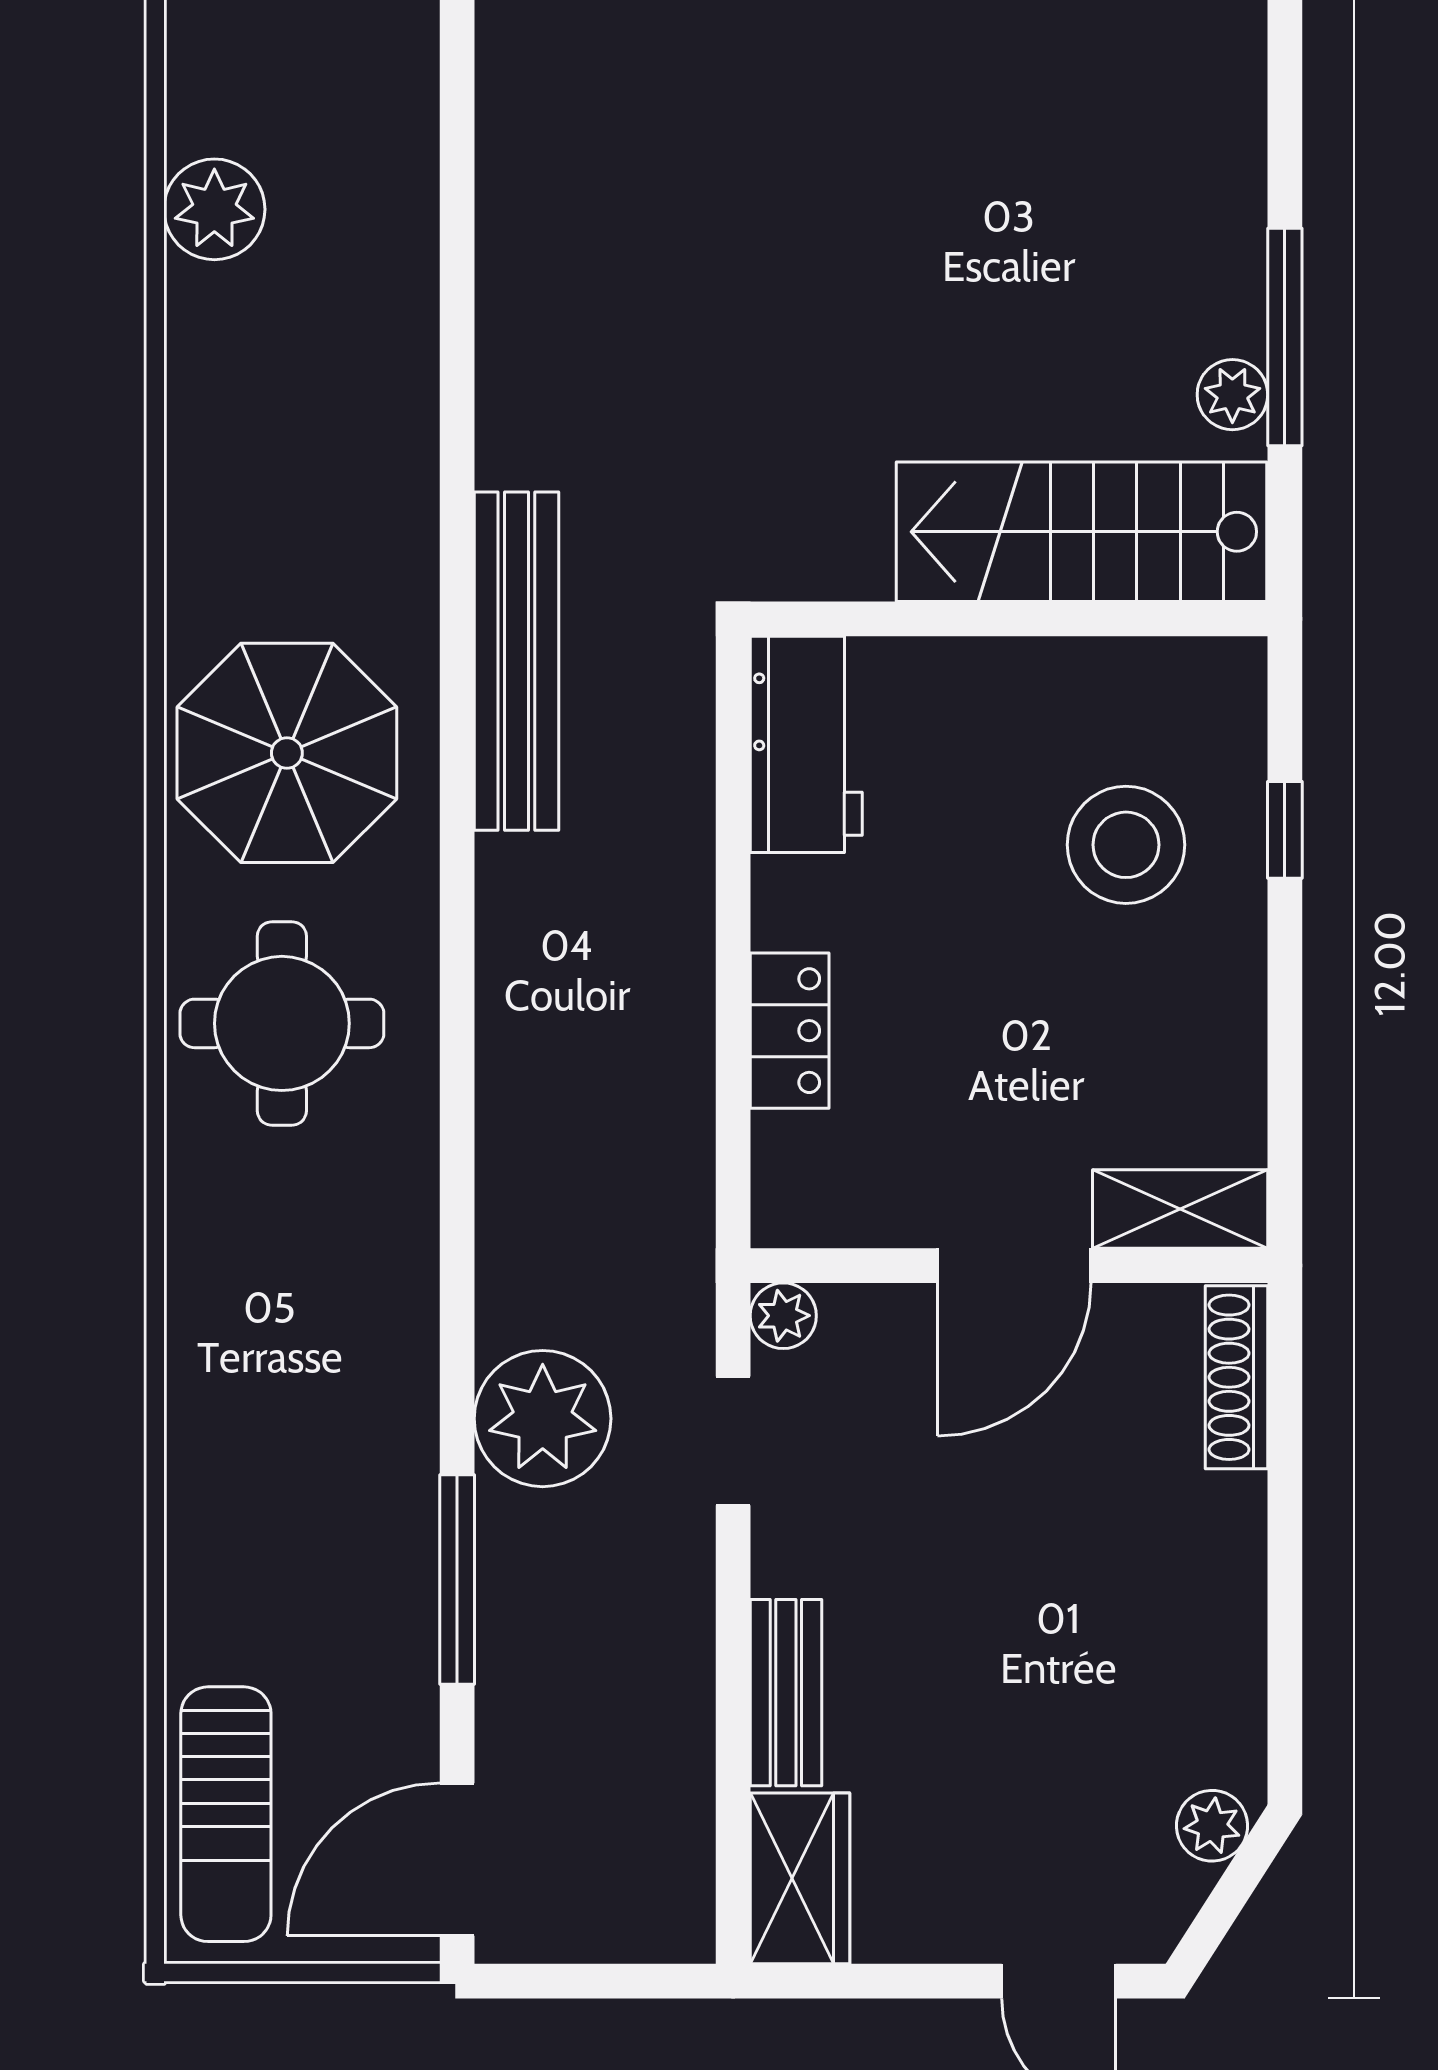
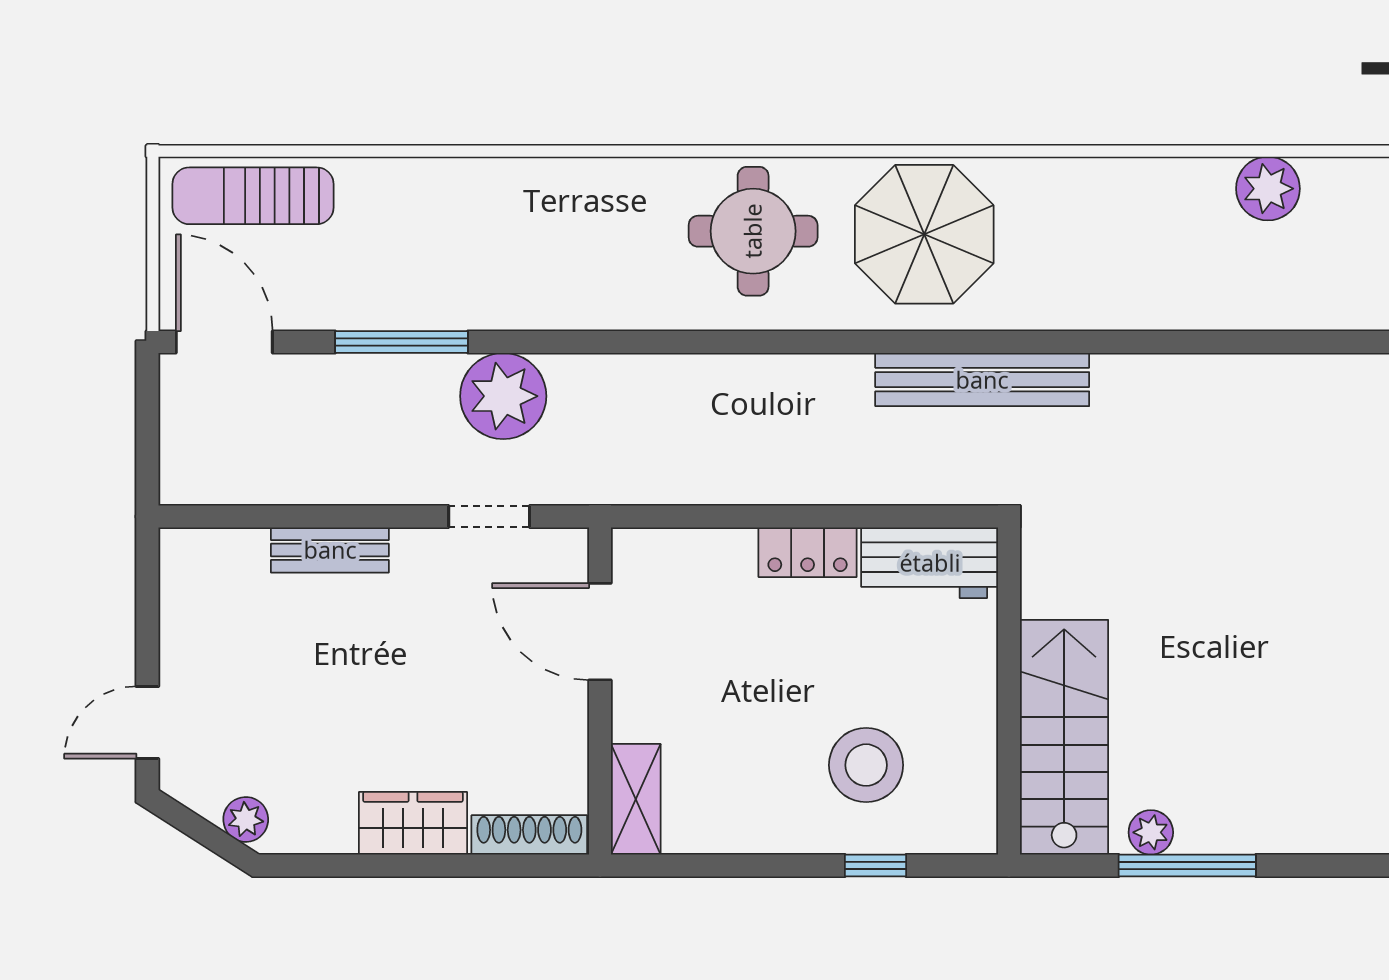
locker: (790, 1031) -> (808, 552), moved
door: (1014, 1266) -> (600, 632), moved
plant: (783, 1316) -> (568, 548), removed
wardrobe: (800, 1878) -> (413, 823), moved, turned 180

